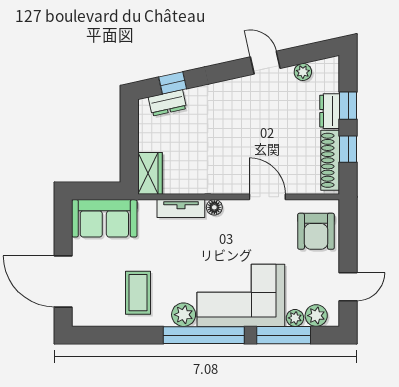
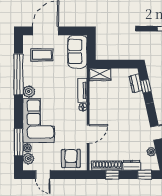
window: (348, 106) -> (145, 175), moved
armchair: (316, 231) -> (71, 158), turned 90
coffee table: (138, 293) -> (42, 55), moved
window: (204, 335) -> (18, 74), moved

